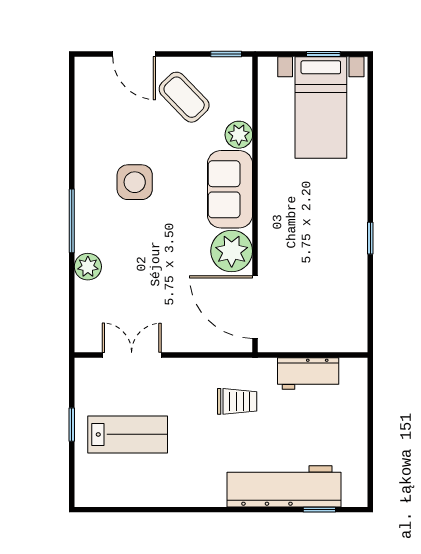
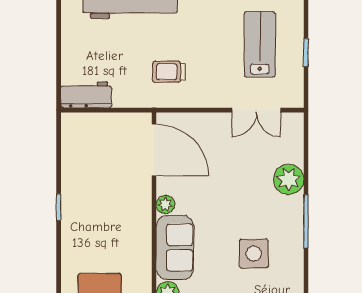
plant: (232, 251) -> (165, 204), width x0.53, depth x0.53
plant: (88, 267) -> (289, 179), width x1.36, depth x1.36
workbench: (308, 374) -> (86, 95), moved
lab bench: (128, 434) -> (260, 44), turned 90

